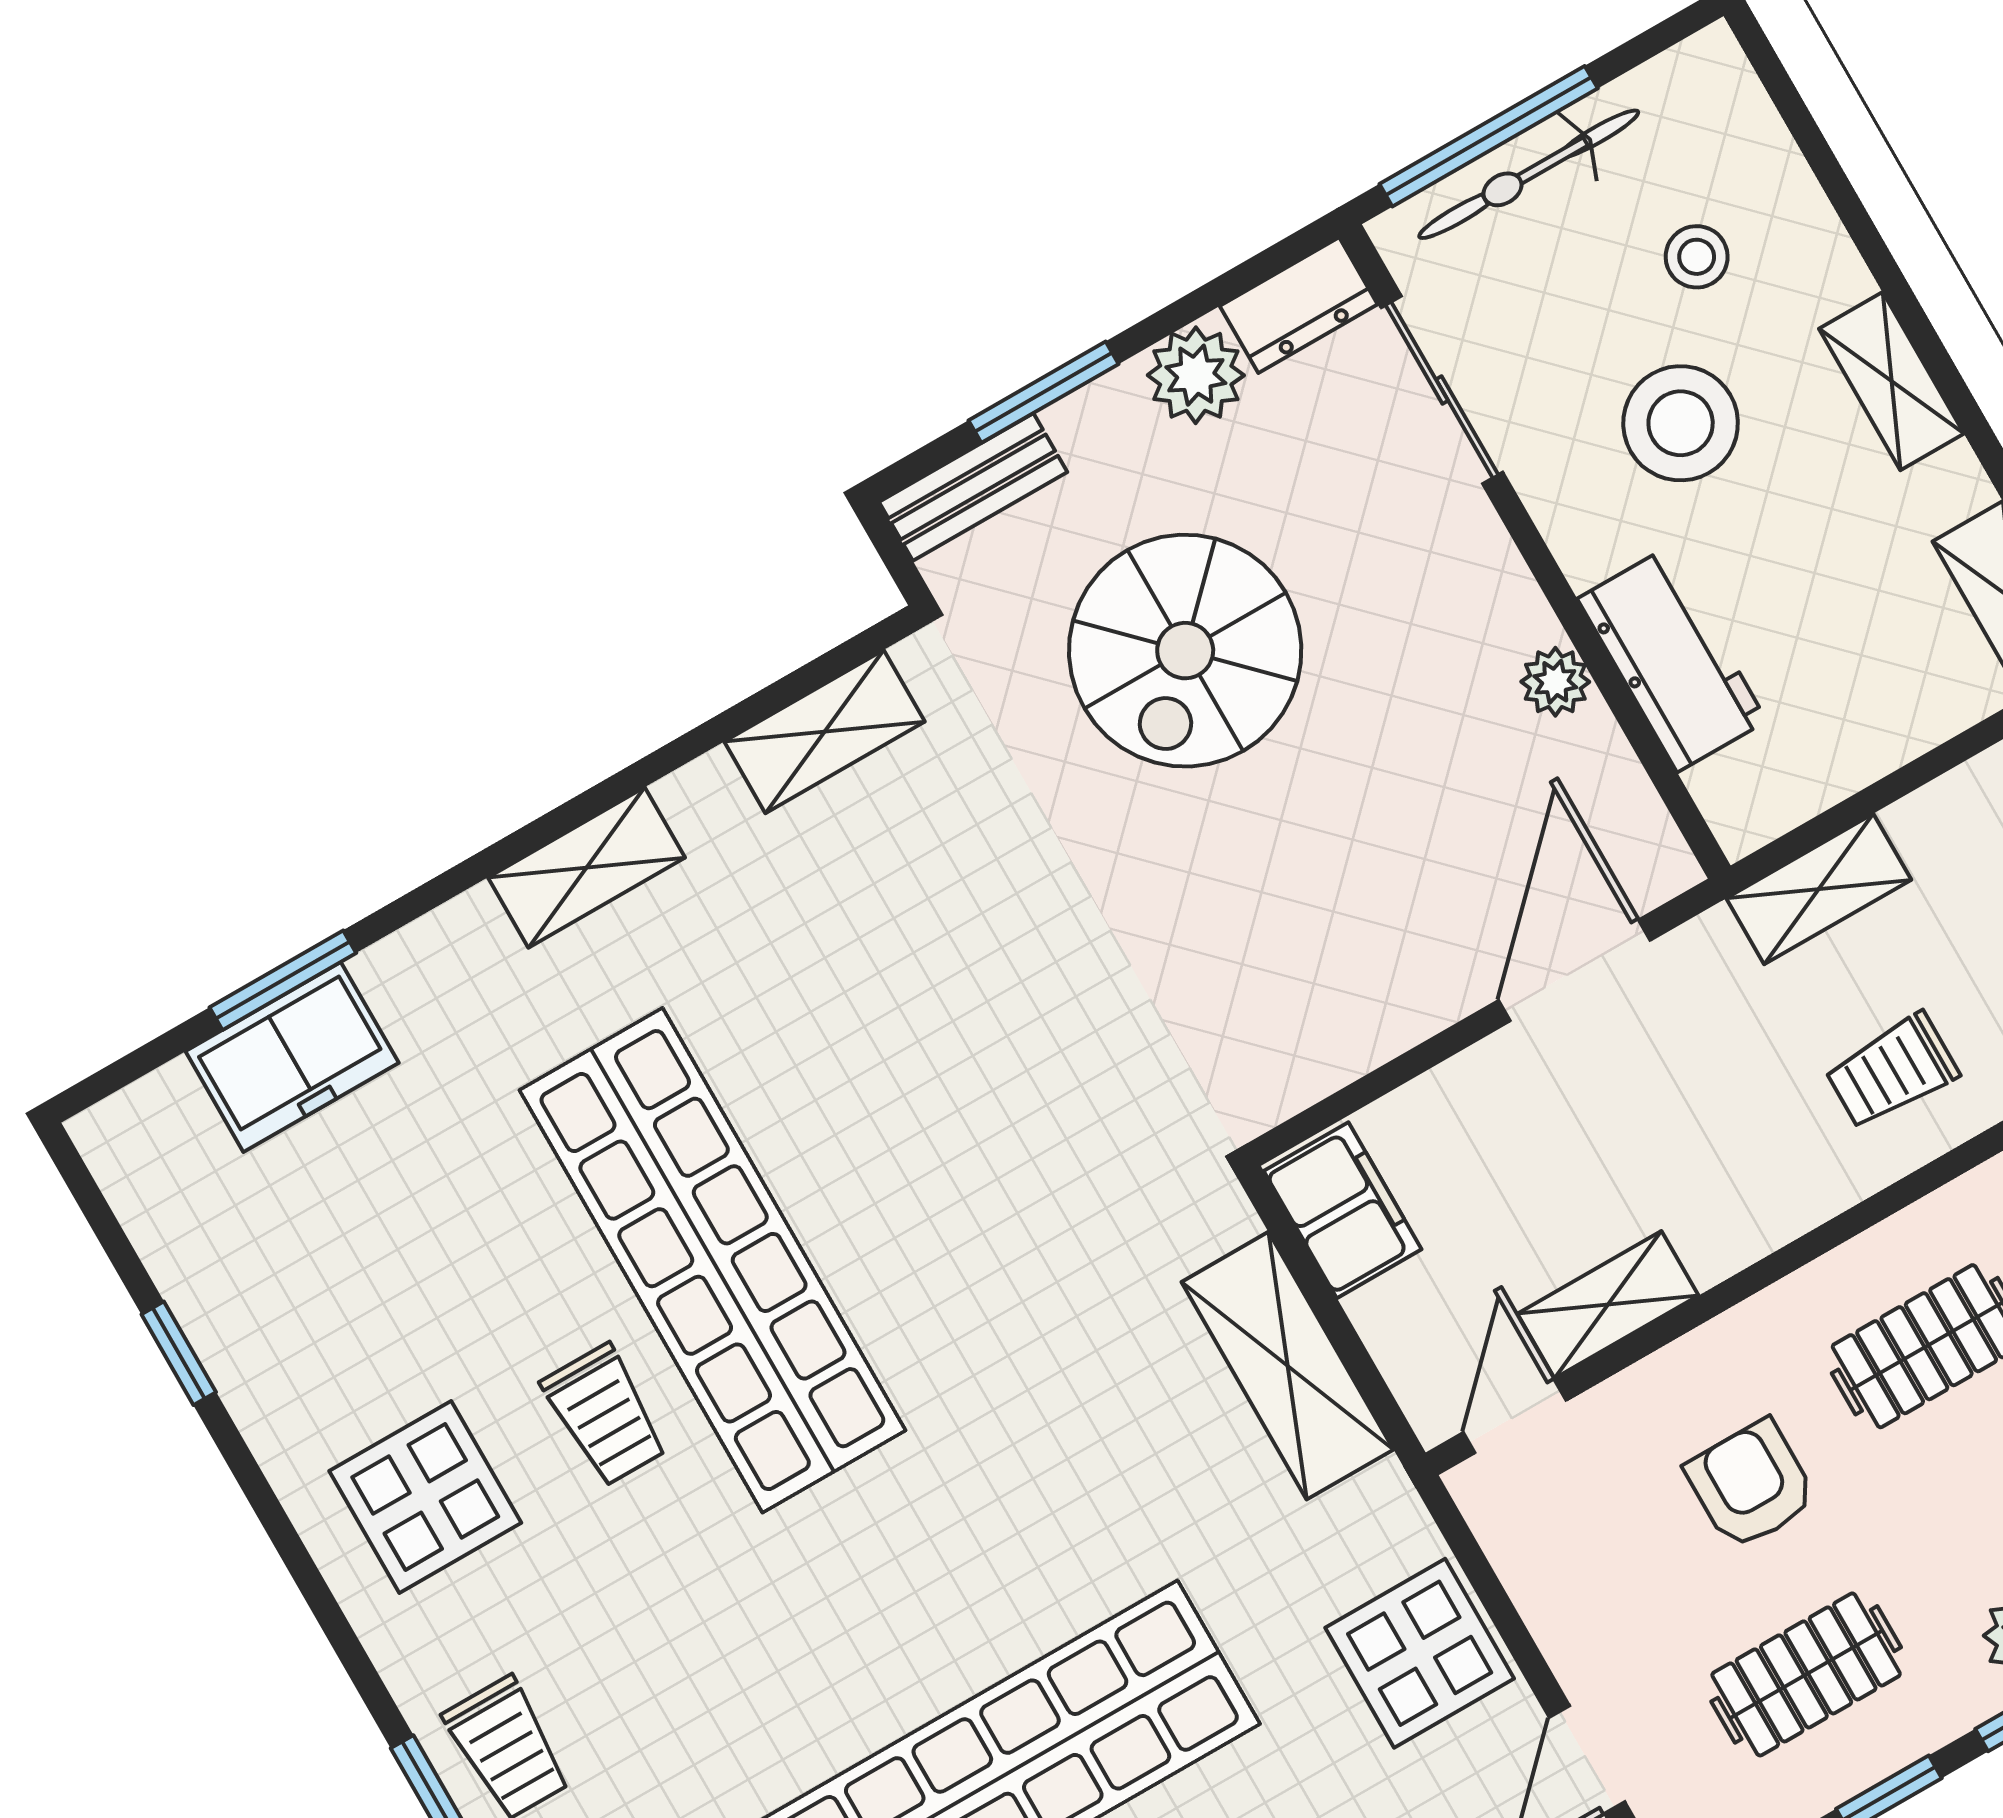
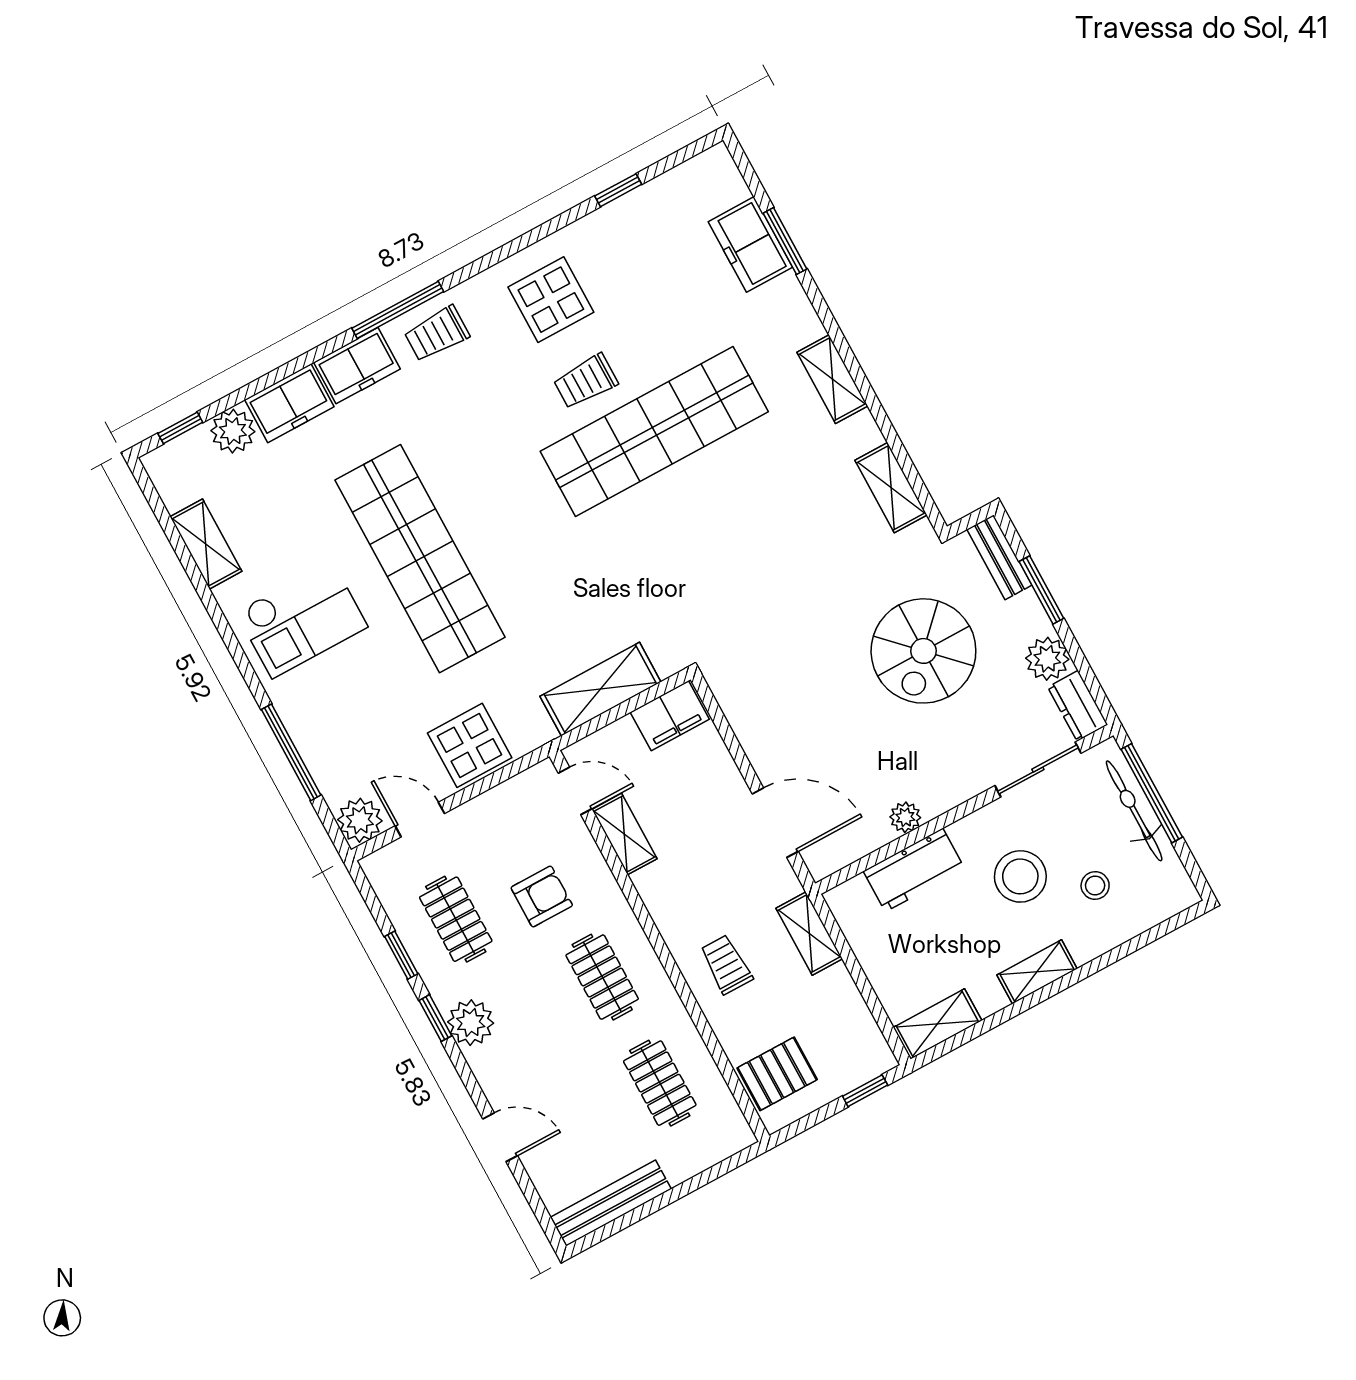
spiral stairs: (1185, 651) -> (923, 651), turned -90

